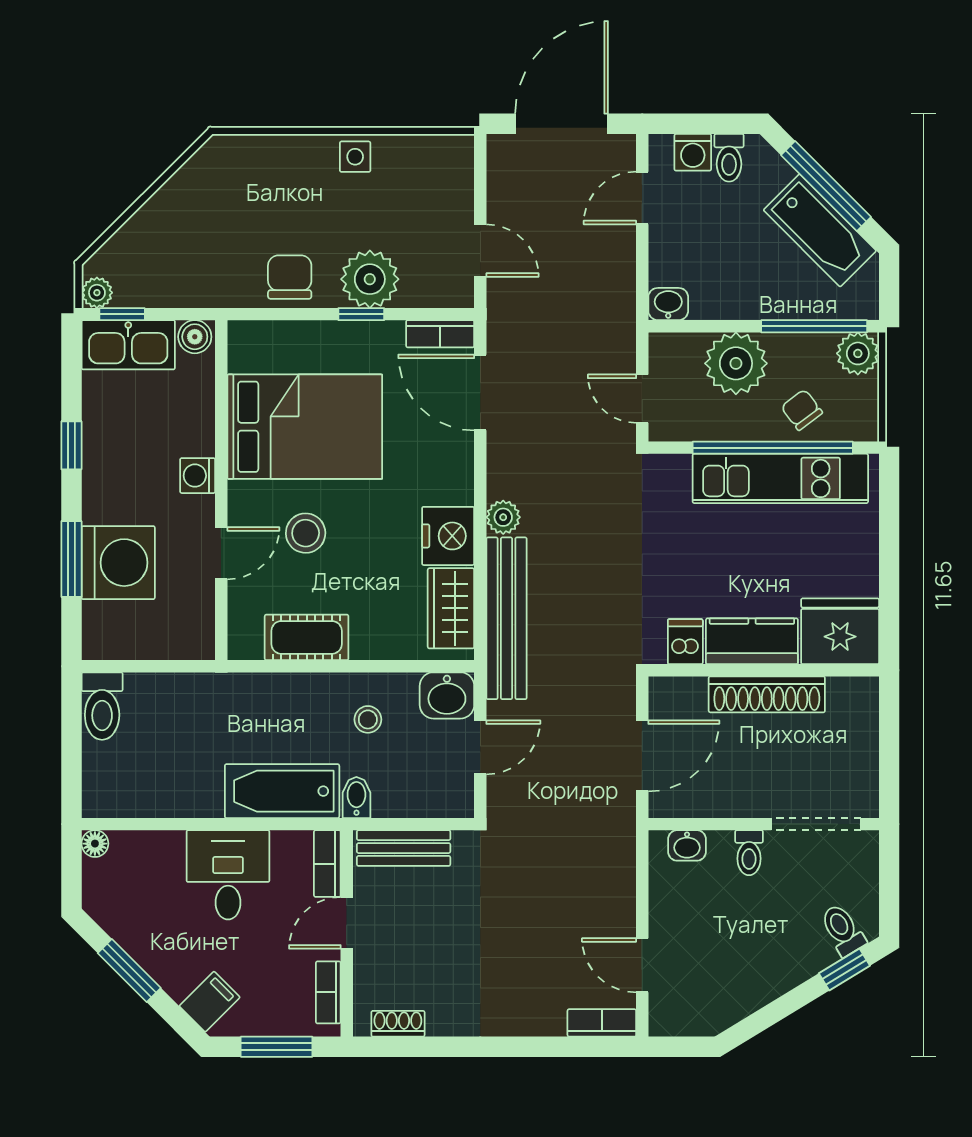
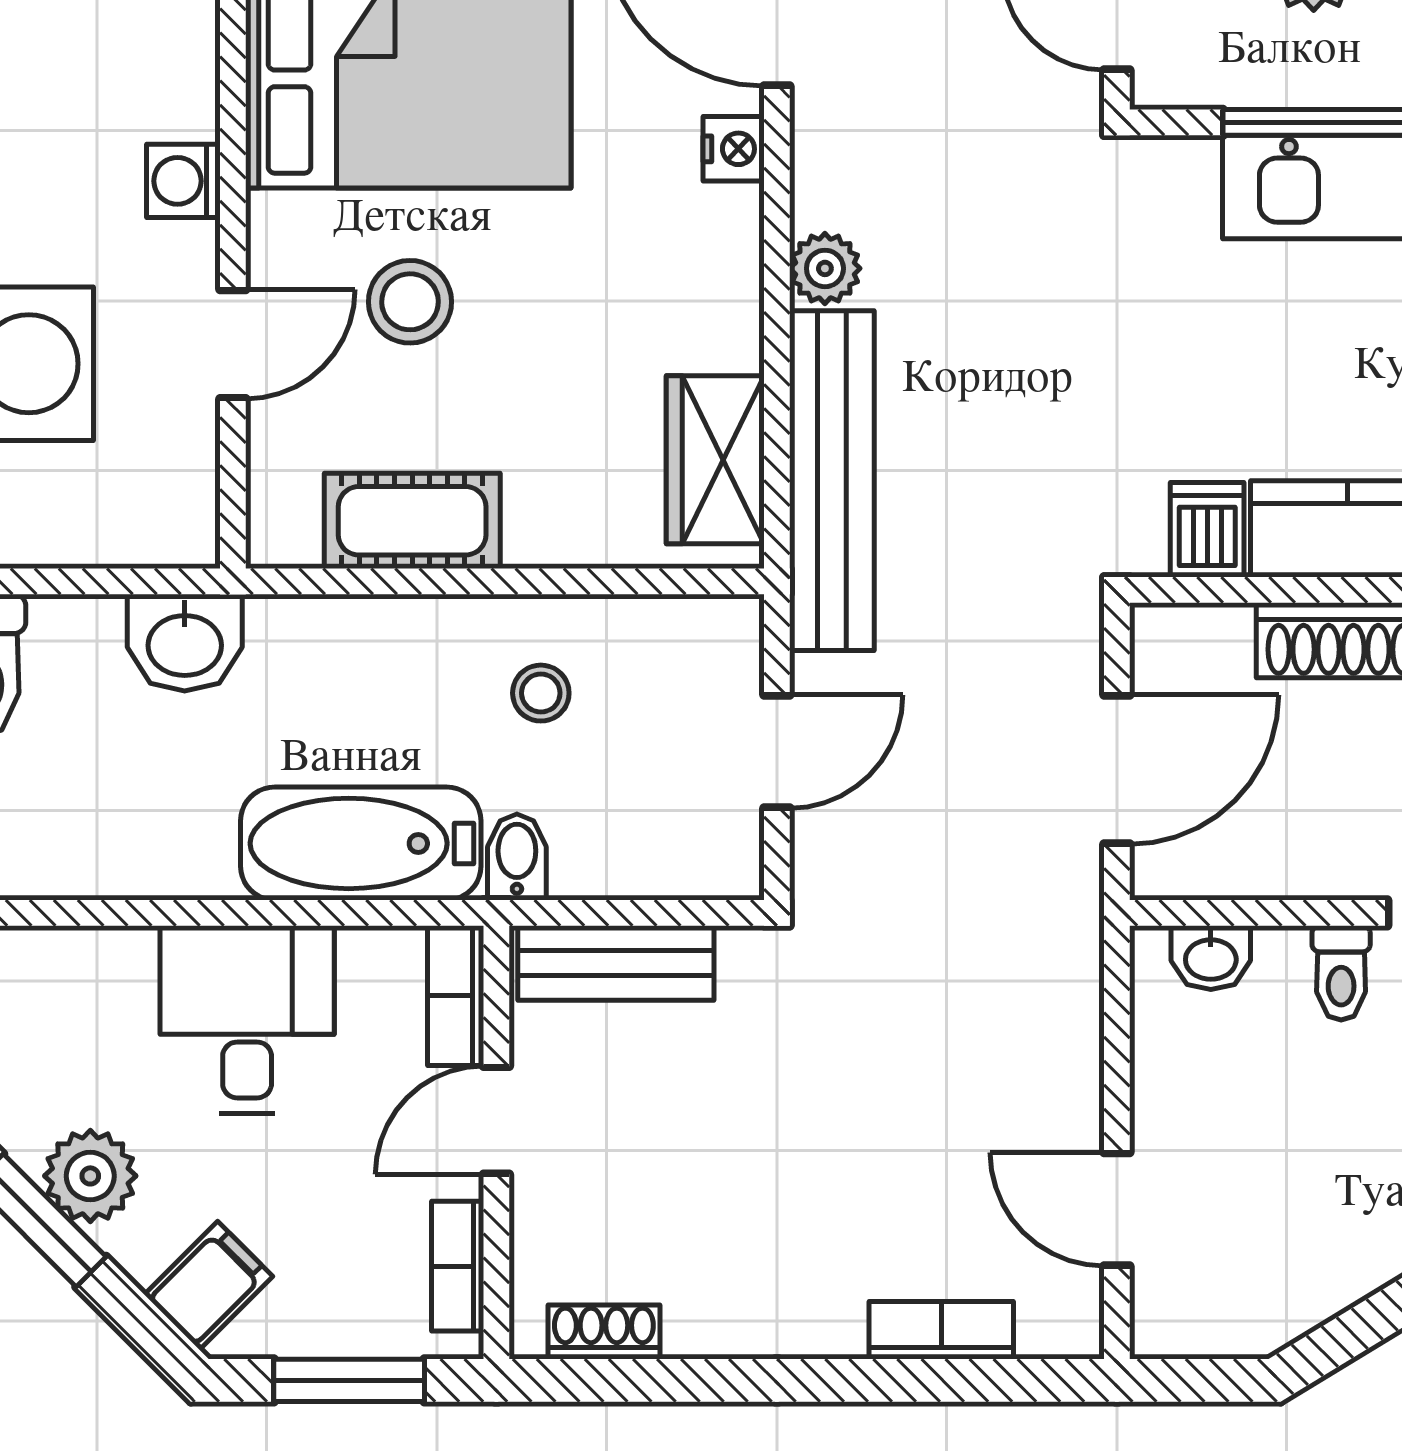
nightstand: (448, 536) -> (734, 149), moved, width x0.53, depth x0.56
washbasin: (447, 695) -> (185, 643), moved
plant: (153, 949) -> (90, 1176), added
bookcase: (602, 1023) -> (941, 1330), moved

